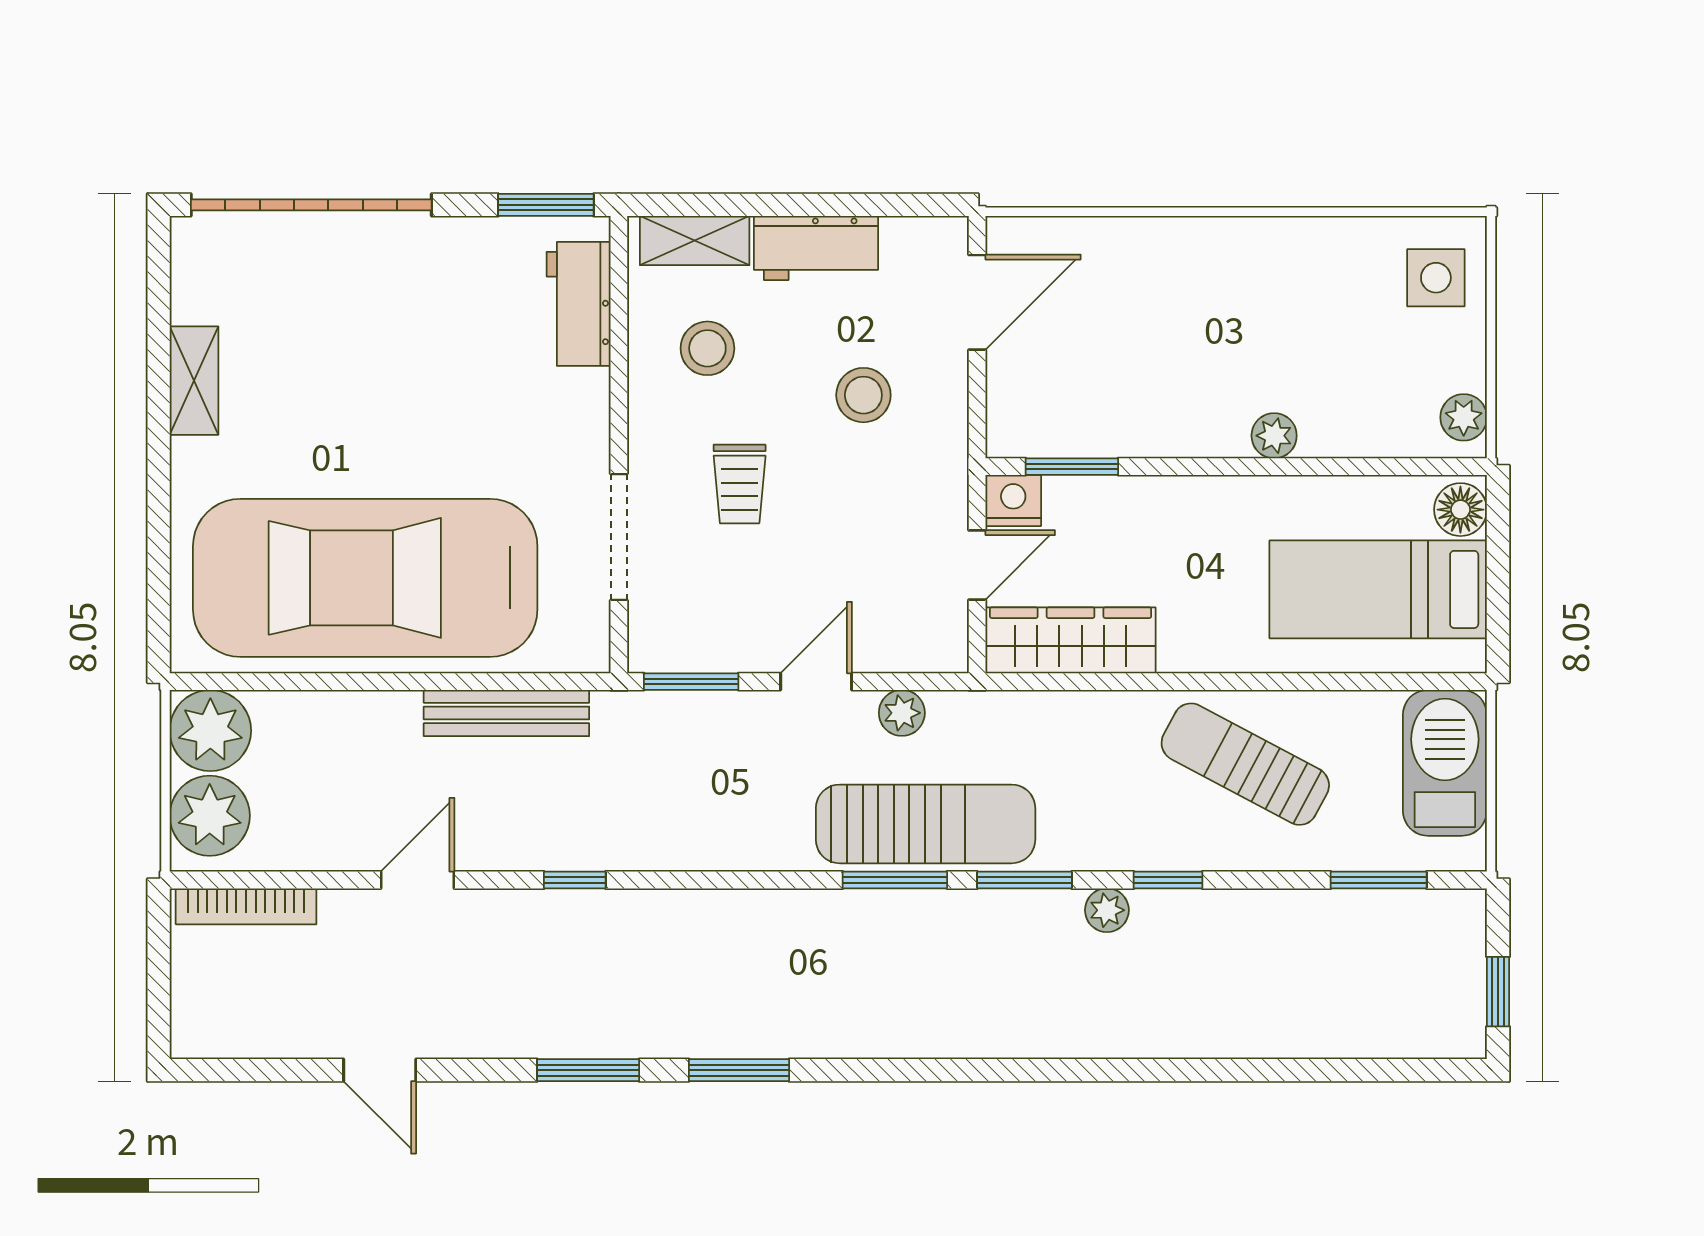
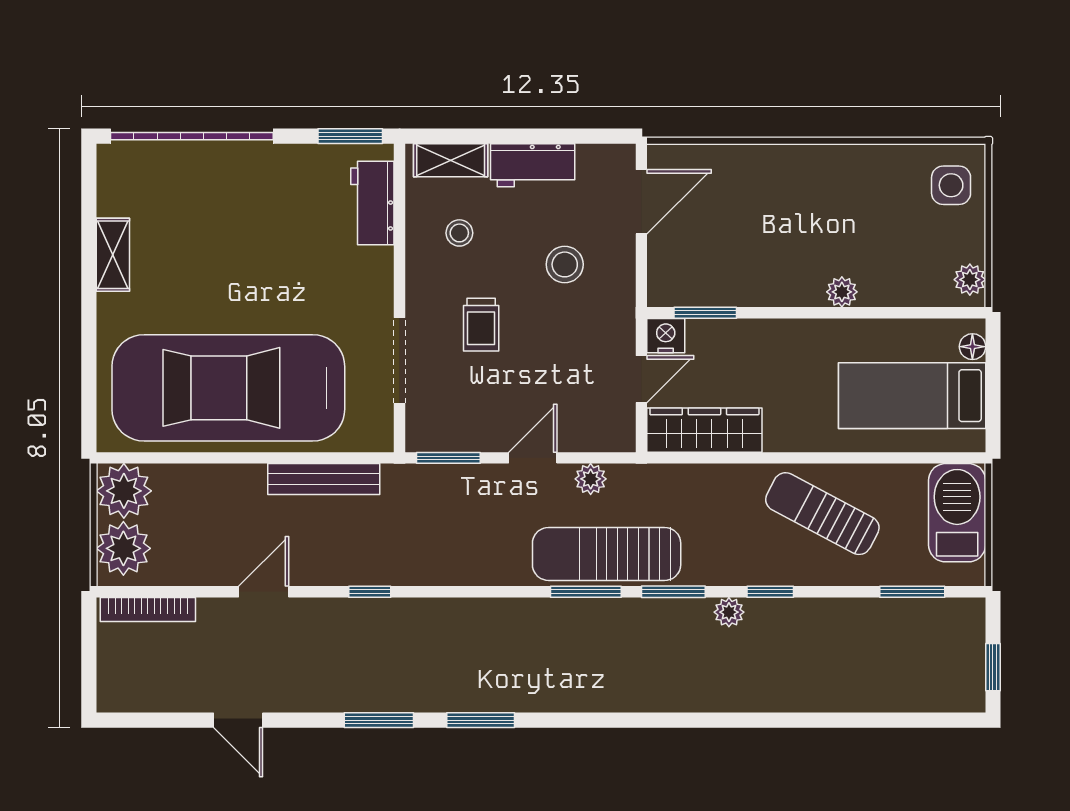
stool: (707, 348) -> (459, 233), width x0.73, depth x0.73
floor lamp: (1460, 510) -> (972, 347), width x0.73, depth x0.73
sun lounger: (926, 824) -> (607, 554), turned 180

